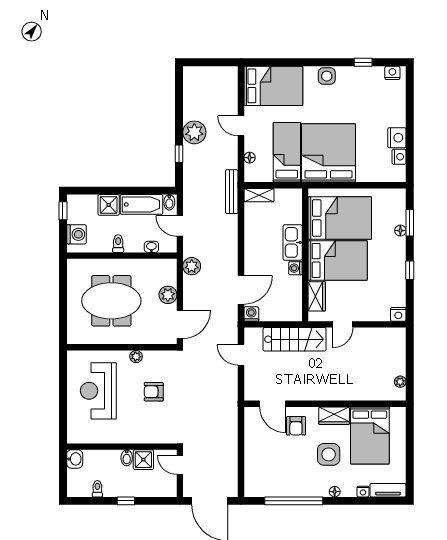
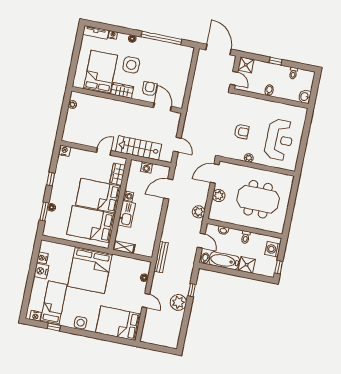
bed: (287, 152) -> (54, 303), moved, turned 180
shelving: (259, 195) -> (124, 247), moved
washing machine: (251, 314) -> (147, 167), moved
shower: (143, 460) -> (246, 65), moved

